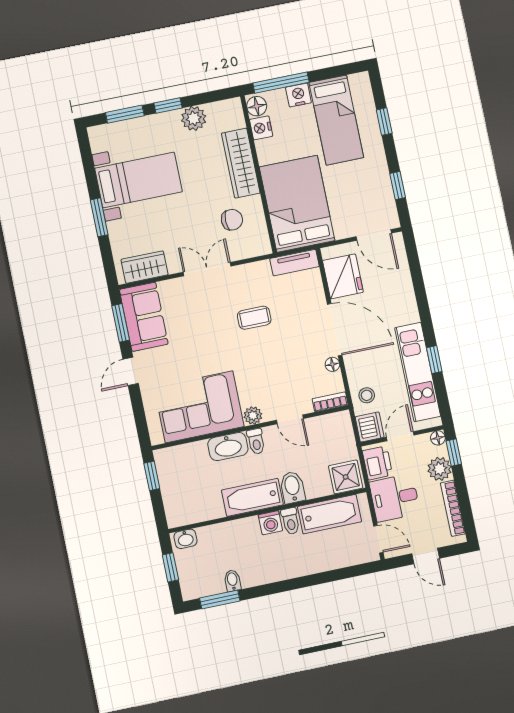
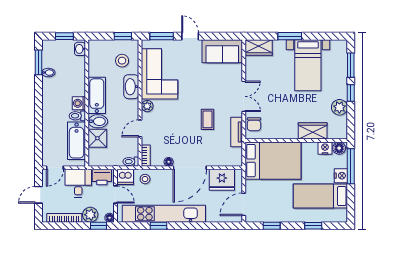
wardrobe: (241, 163) -> (313, 131), width x0.67
chair: (232, 220) -> (254, 124), moved
tv unit: (295, 263) -> (237, 132), moved
wardrobe: (145, 267) -> (259, 47), moved, turned 90
window: (121, 323) -> (162, 36), moved
kitchen unit: (418, 372) -> (164, 214), width x1.36
toilet: (256, 441) -> (131, 162), moved
stool: (190, 469) -> (122, 61), added
shower: (346, 477) -> (97, 138), moved

